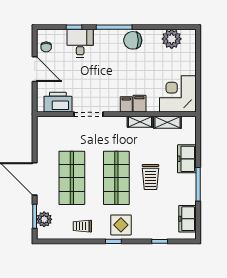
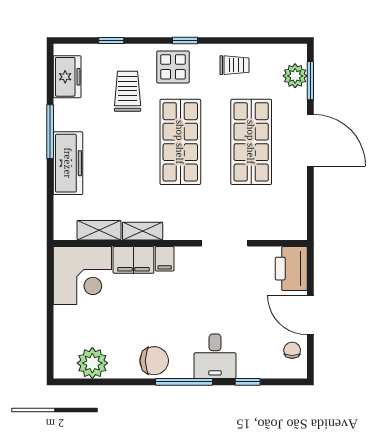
desk: (80, 43) -> (215, 356), moved
printer: (58, 102) -> (291, 269), moved, turned 90
filing cabinet: (139, 104) -> (133, 260), width x2.00
freezer: (187, 159) -> (68, 163), width x1.40
trolley: (150, 177) -> (128, 91), moved

